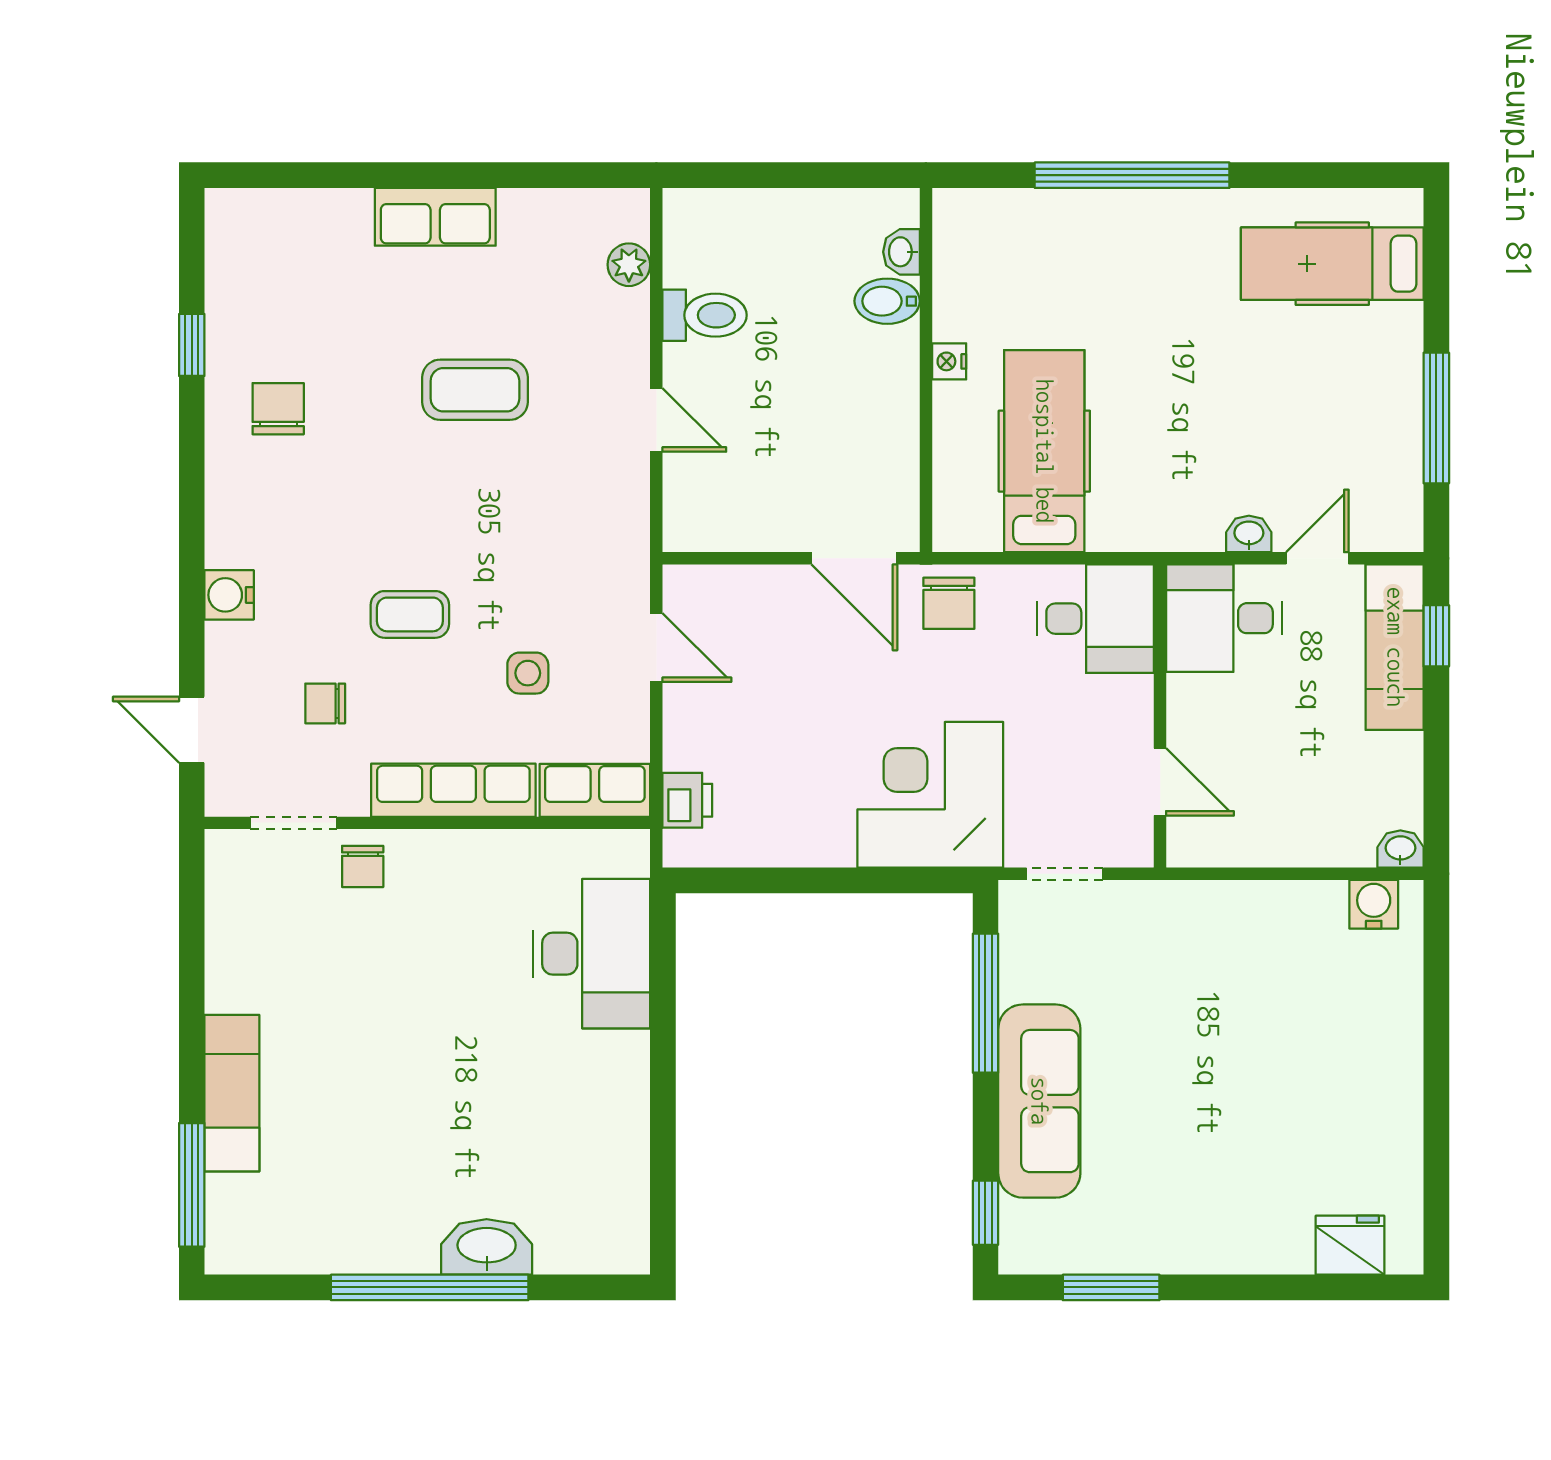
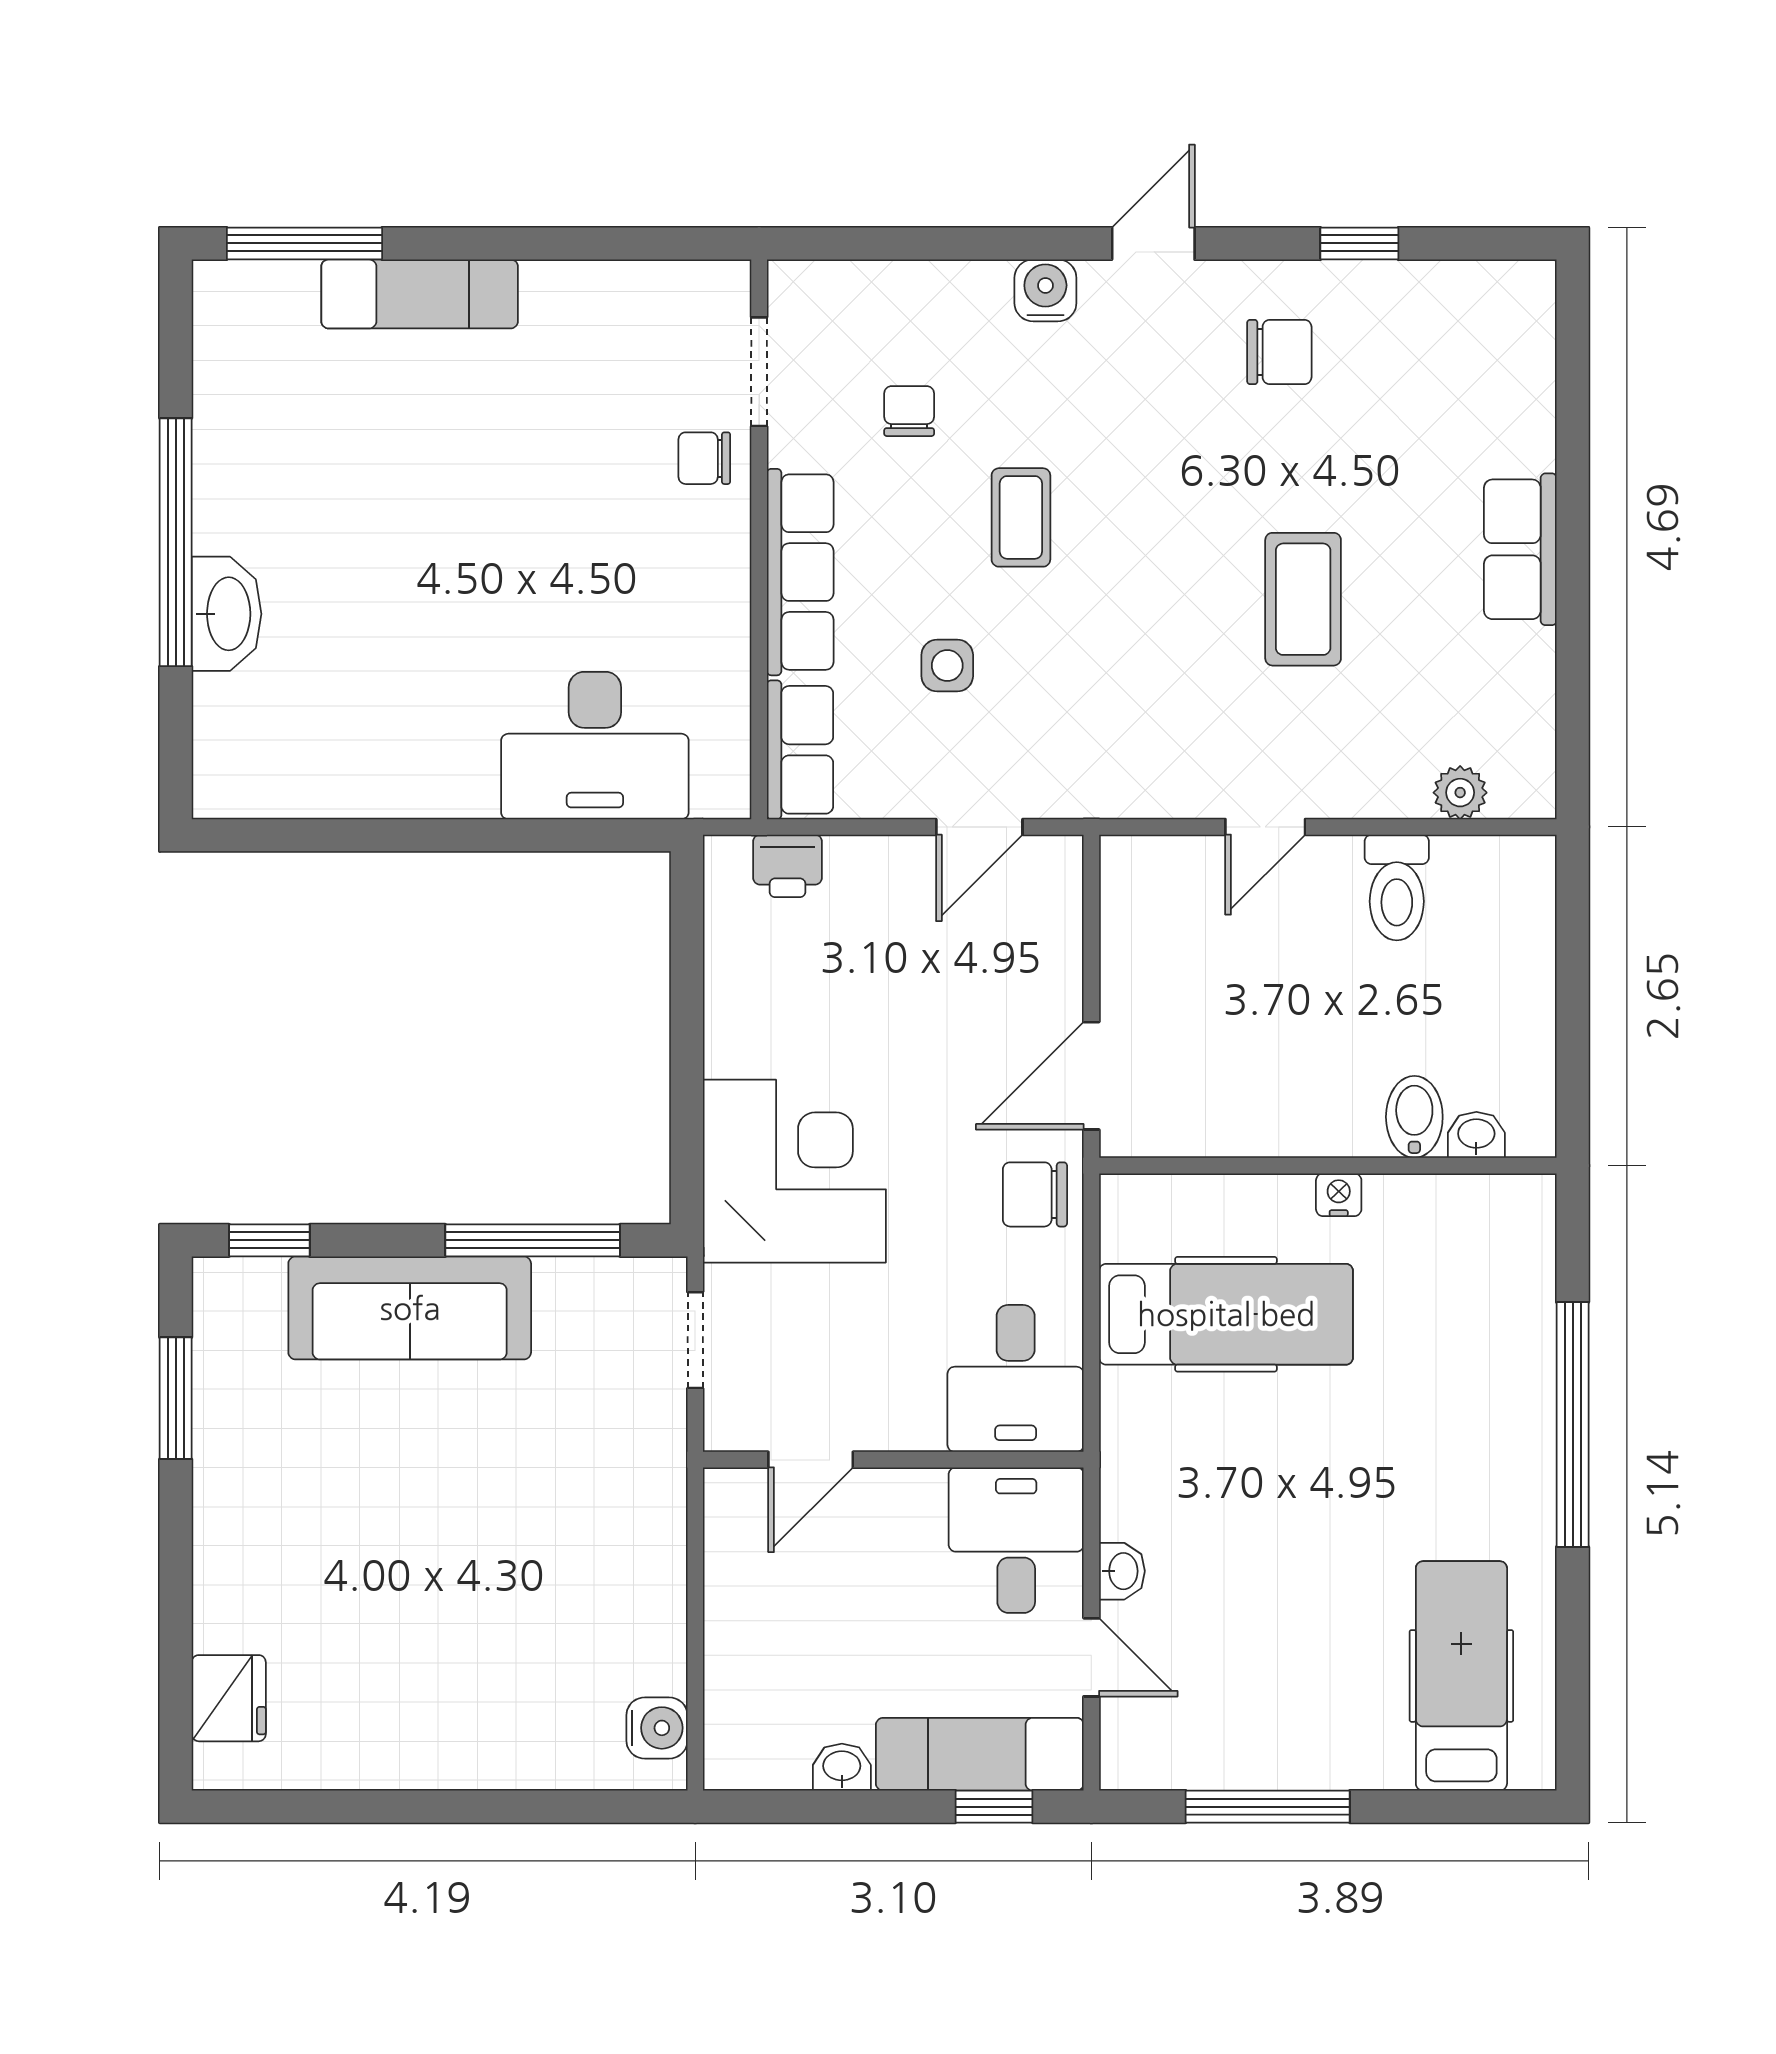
door: (192, 730) -> (1153, 243), moved
washbasin: (1400, 849) -> (842, 1767), moved, turned -90

